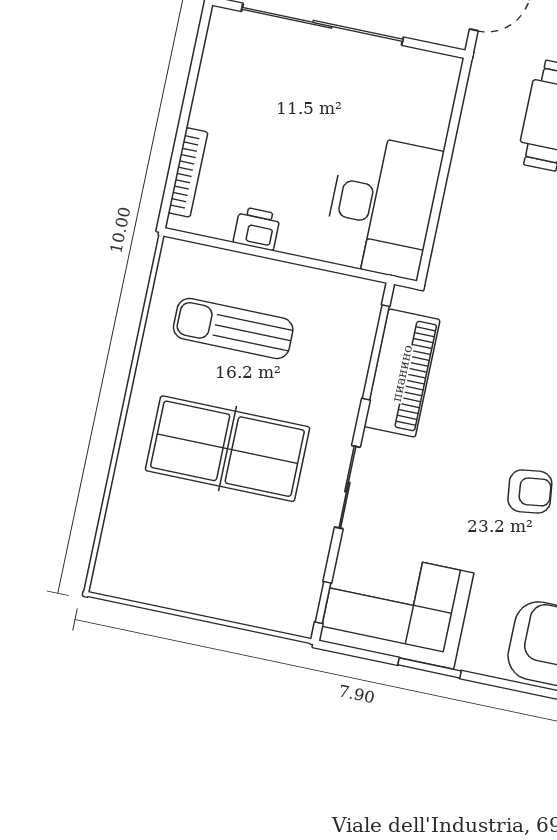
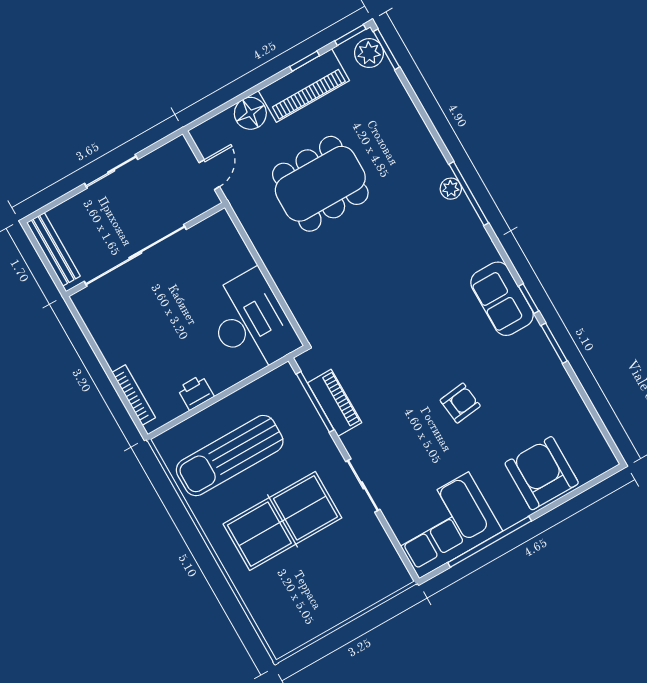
sun lounger: (233, 328) -> (230, 456), width x1.36, depth x1.34
piano: (402, 373) -> (335, 403), width x0.73, depth x0.75
window: (323, 603) -> (404, 557), removed
window: (430, 668) -> (490, 542), width x2.11

